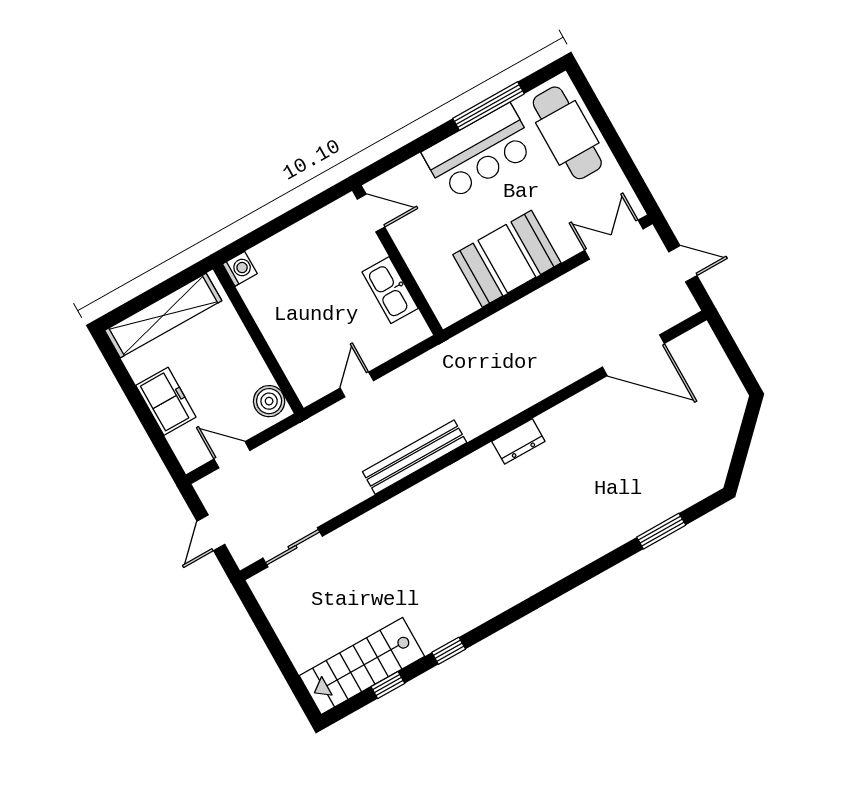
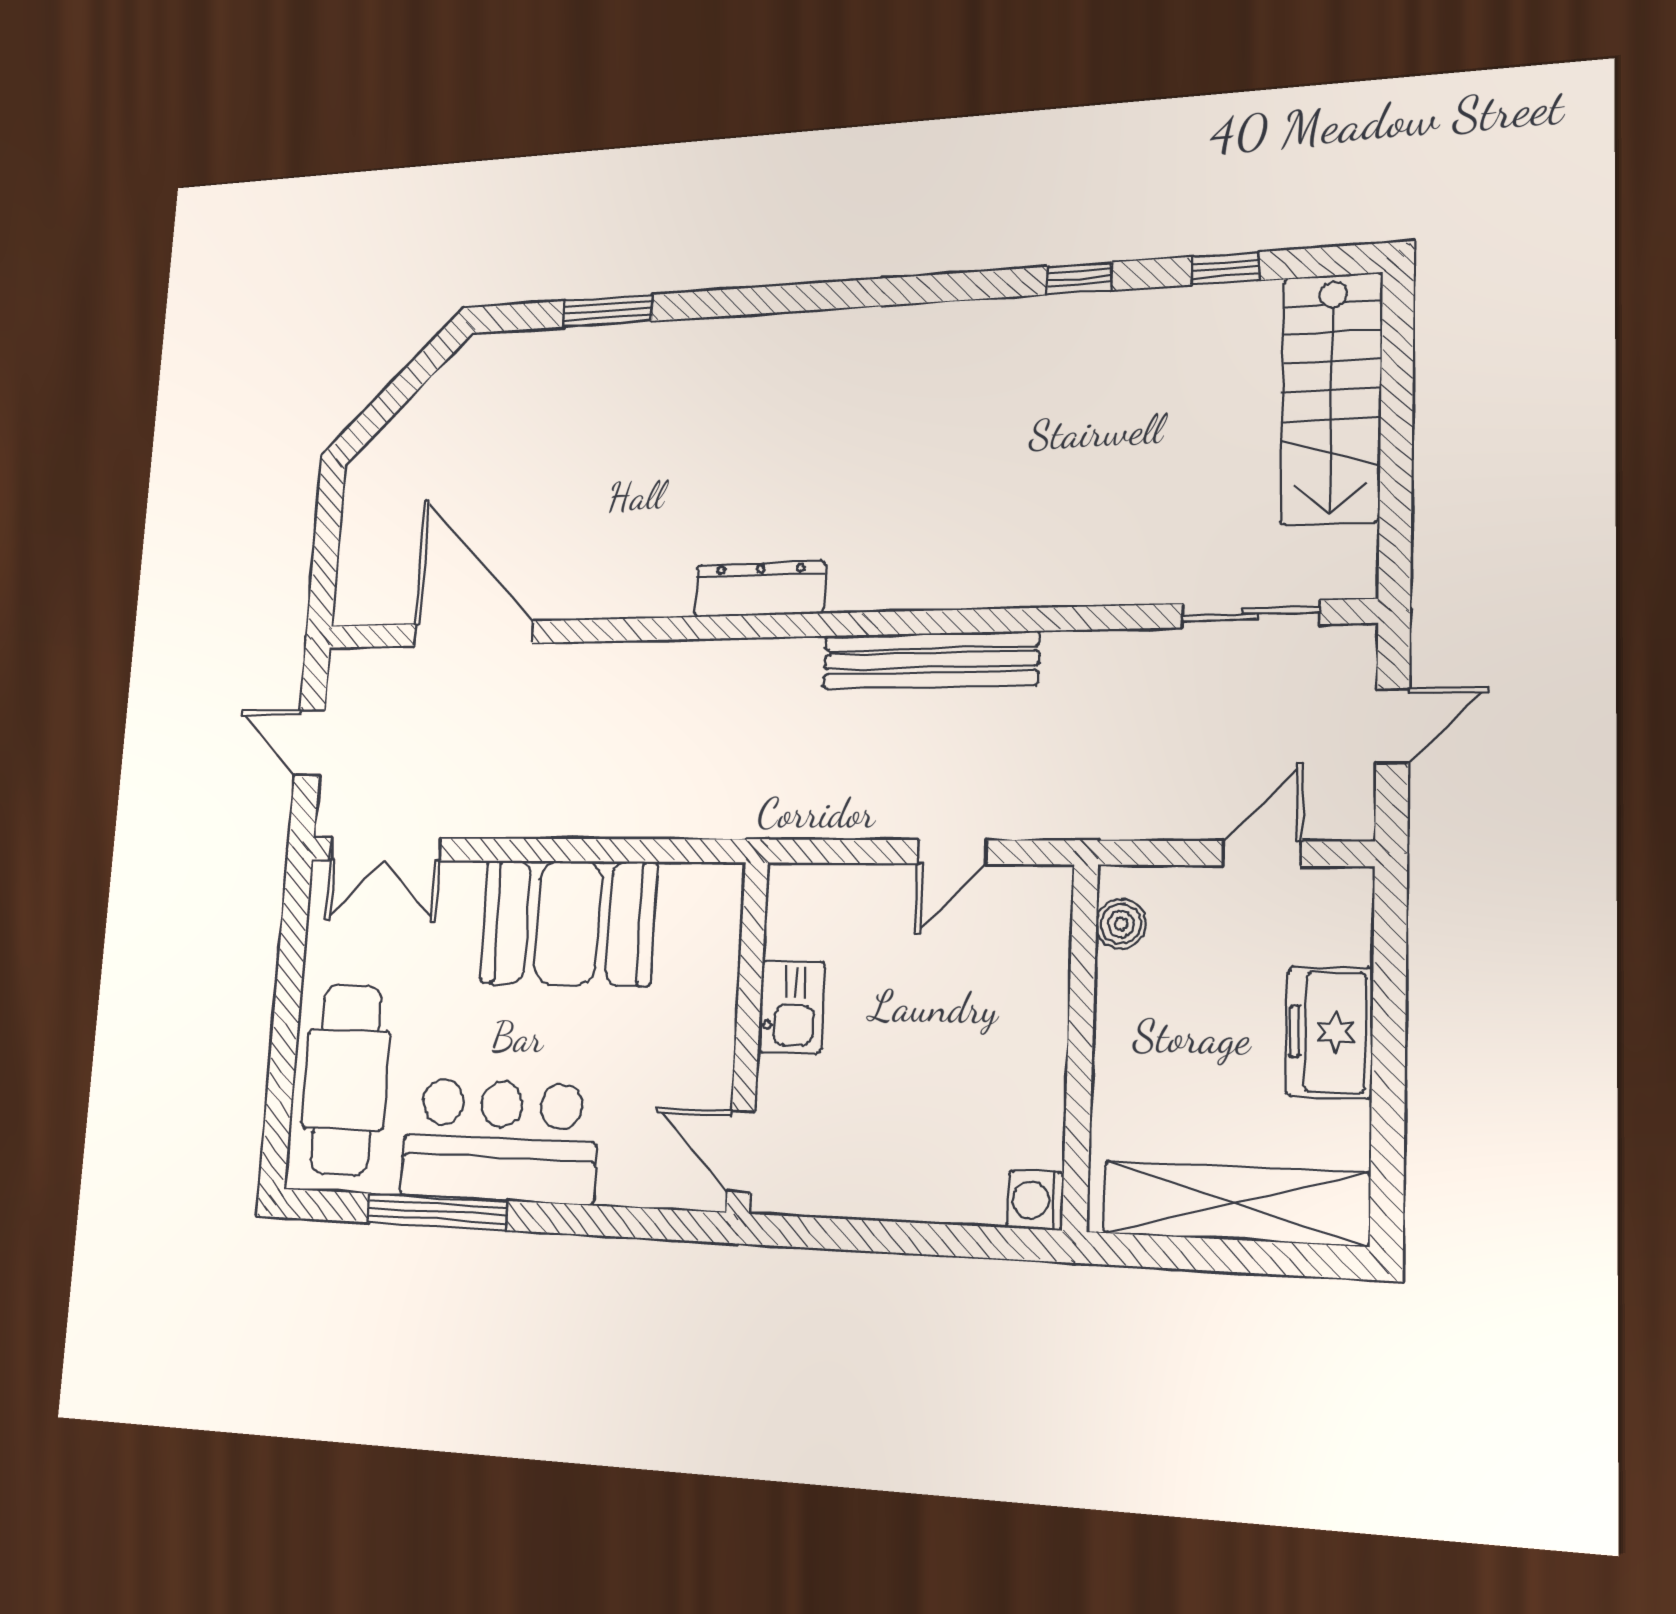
kitchen sink: (390, 290) -> (791, 1007), width x0.73
boiler: (269, 401) -> (1121, 924), width x0.73, depth x0.73
dresser: (518, 441) -> (760, 589), width x1.44
door: (232, 455) -> (1262, 853), swing flipped
stairs: (362, 666) -> (1331, 398), moved, turned 90

